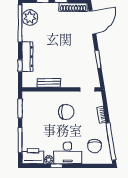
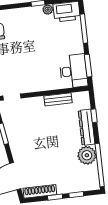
plant: (30, 18) -> (87, 155), moved
chair: (66, 112) -> (34, 68), removed
desk: (68, 153) -> (73, 71), moved, turned 90

